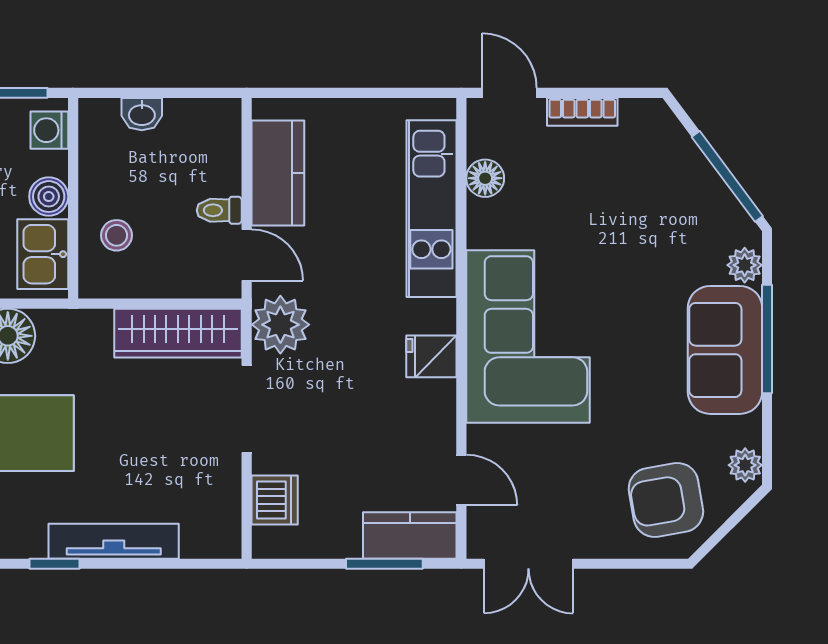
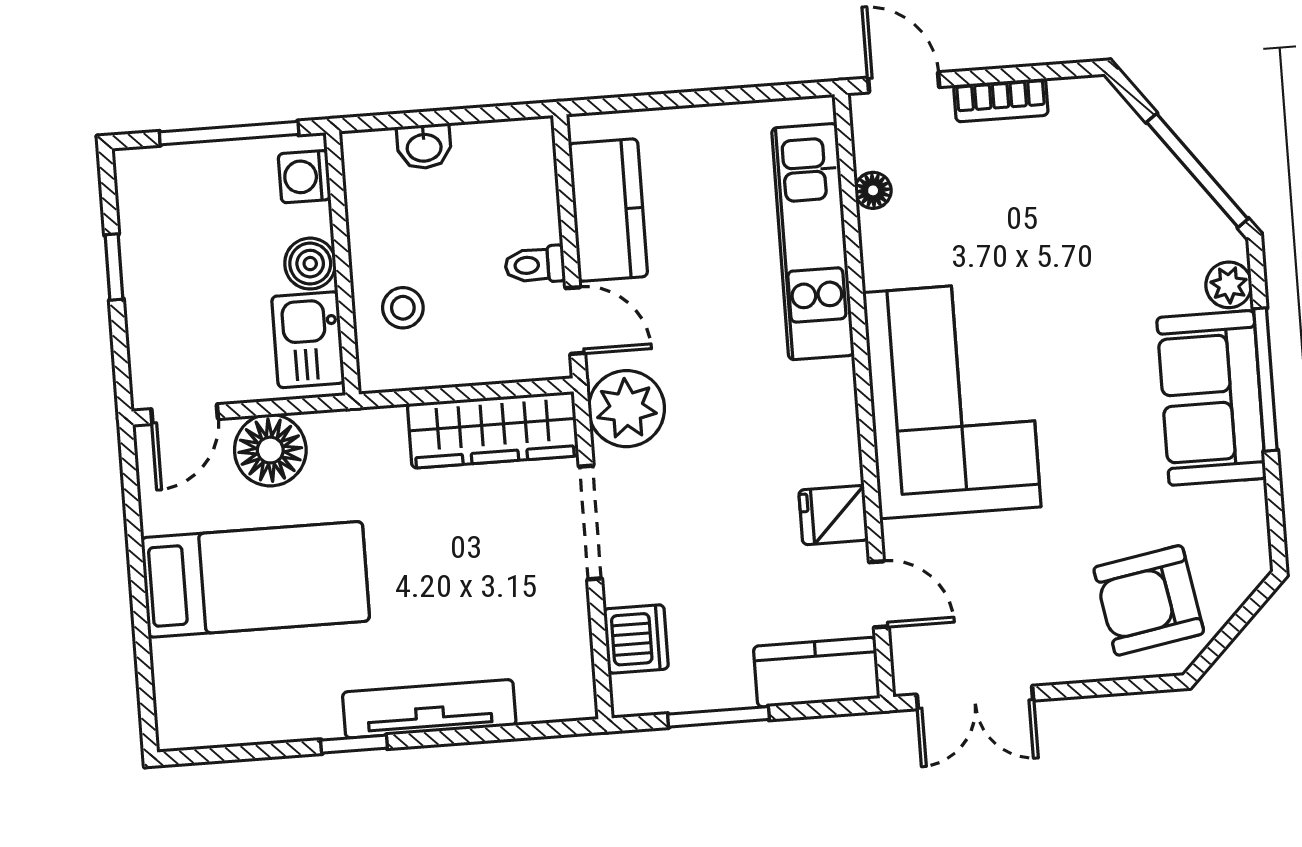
floor lamp: (485, 178) -> (873, 190), width x0.73, depth x0.73
fridge: (431, 356) -> (833, 515), moved
plant: (745, 465) -> (1249, 547), removed
window: (384, 564) -> (718, 717), moved

